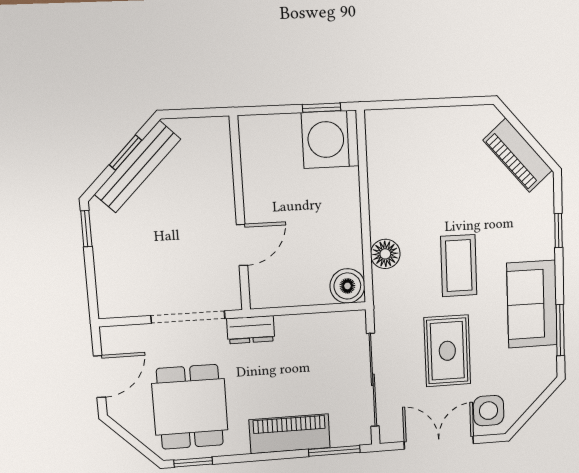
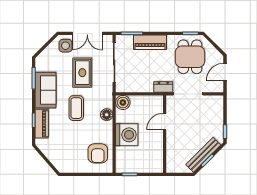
washing machine: (330, 139) -> (127, 135), moved
piano: (518, 155) -> (42, 124), moved, turned 41
armchair: (403, 157) -> (98, 153), added

